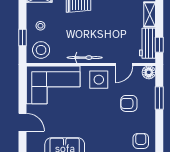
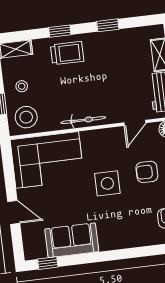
side table: (99, 80) -> (107, 183), moved

